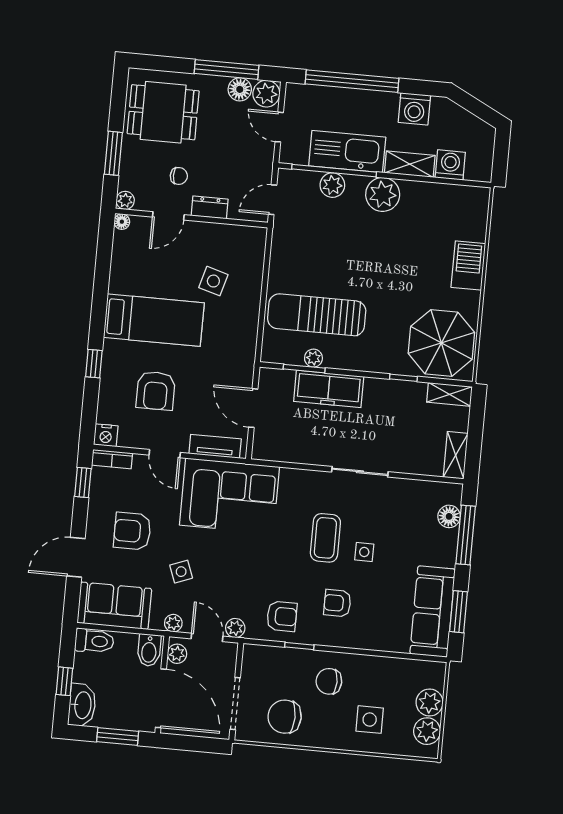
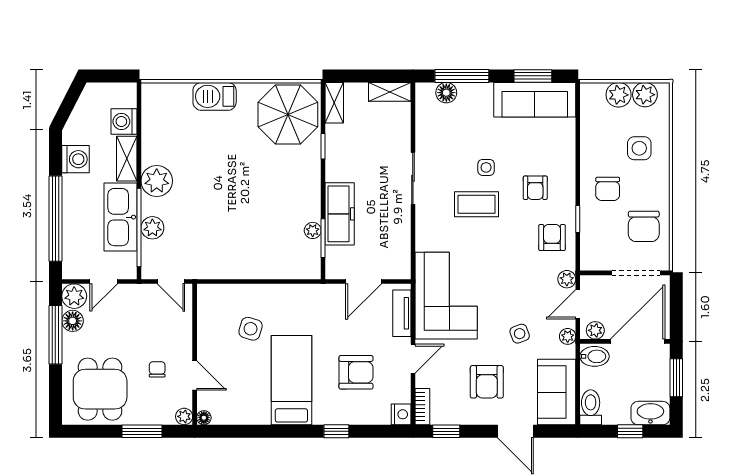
dresser: (210, 207) -> (183, 339), removed
sun lounger: (317, 315) -> (273, 231), removed

